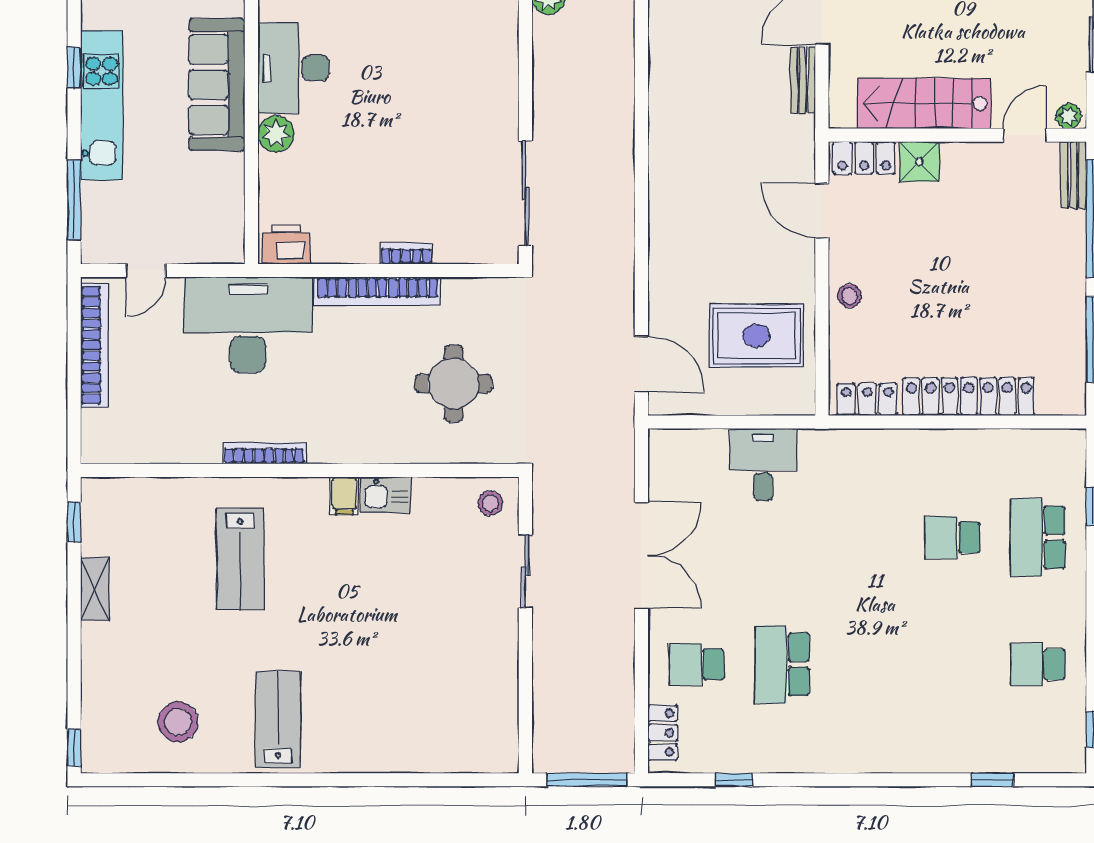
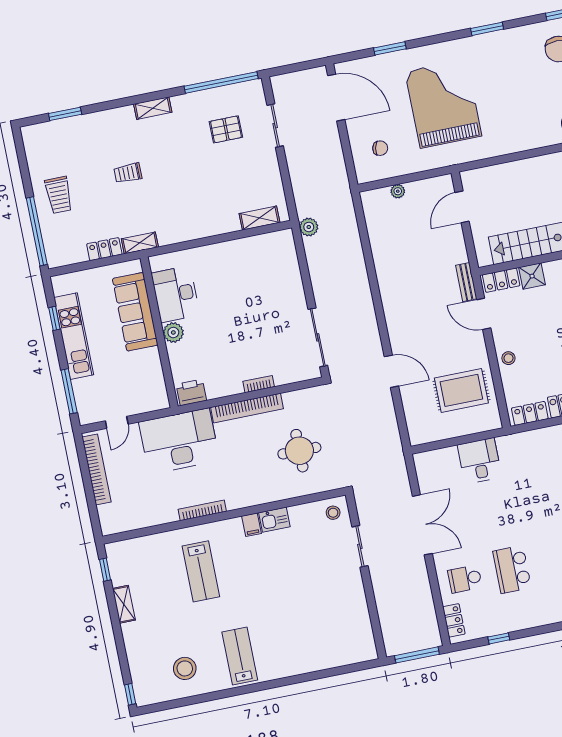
bench: (803, 80) -> (466, 282), moved
door: (641, 364) -> (391, 371), moved

